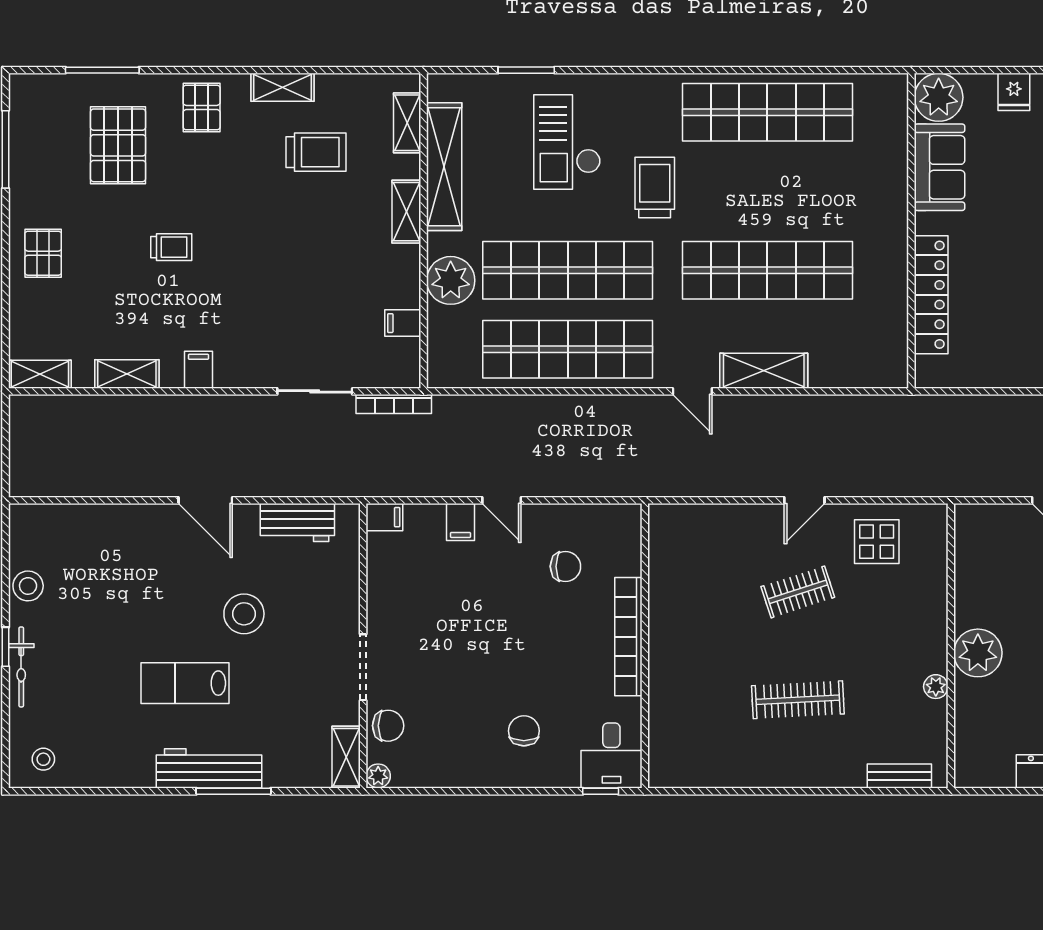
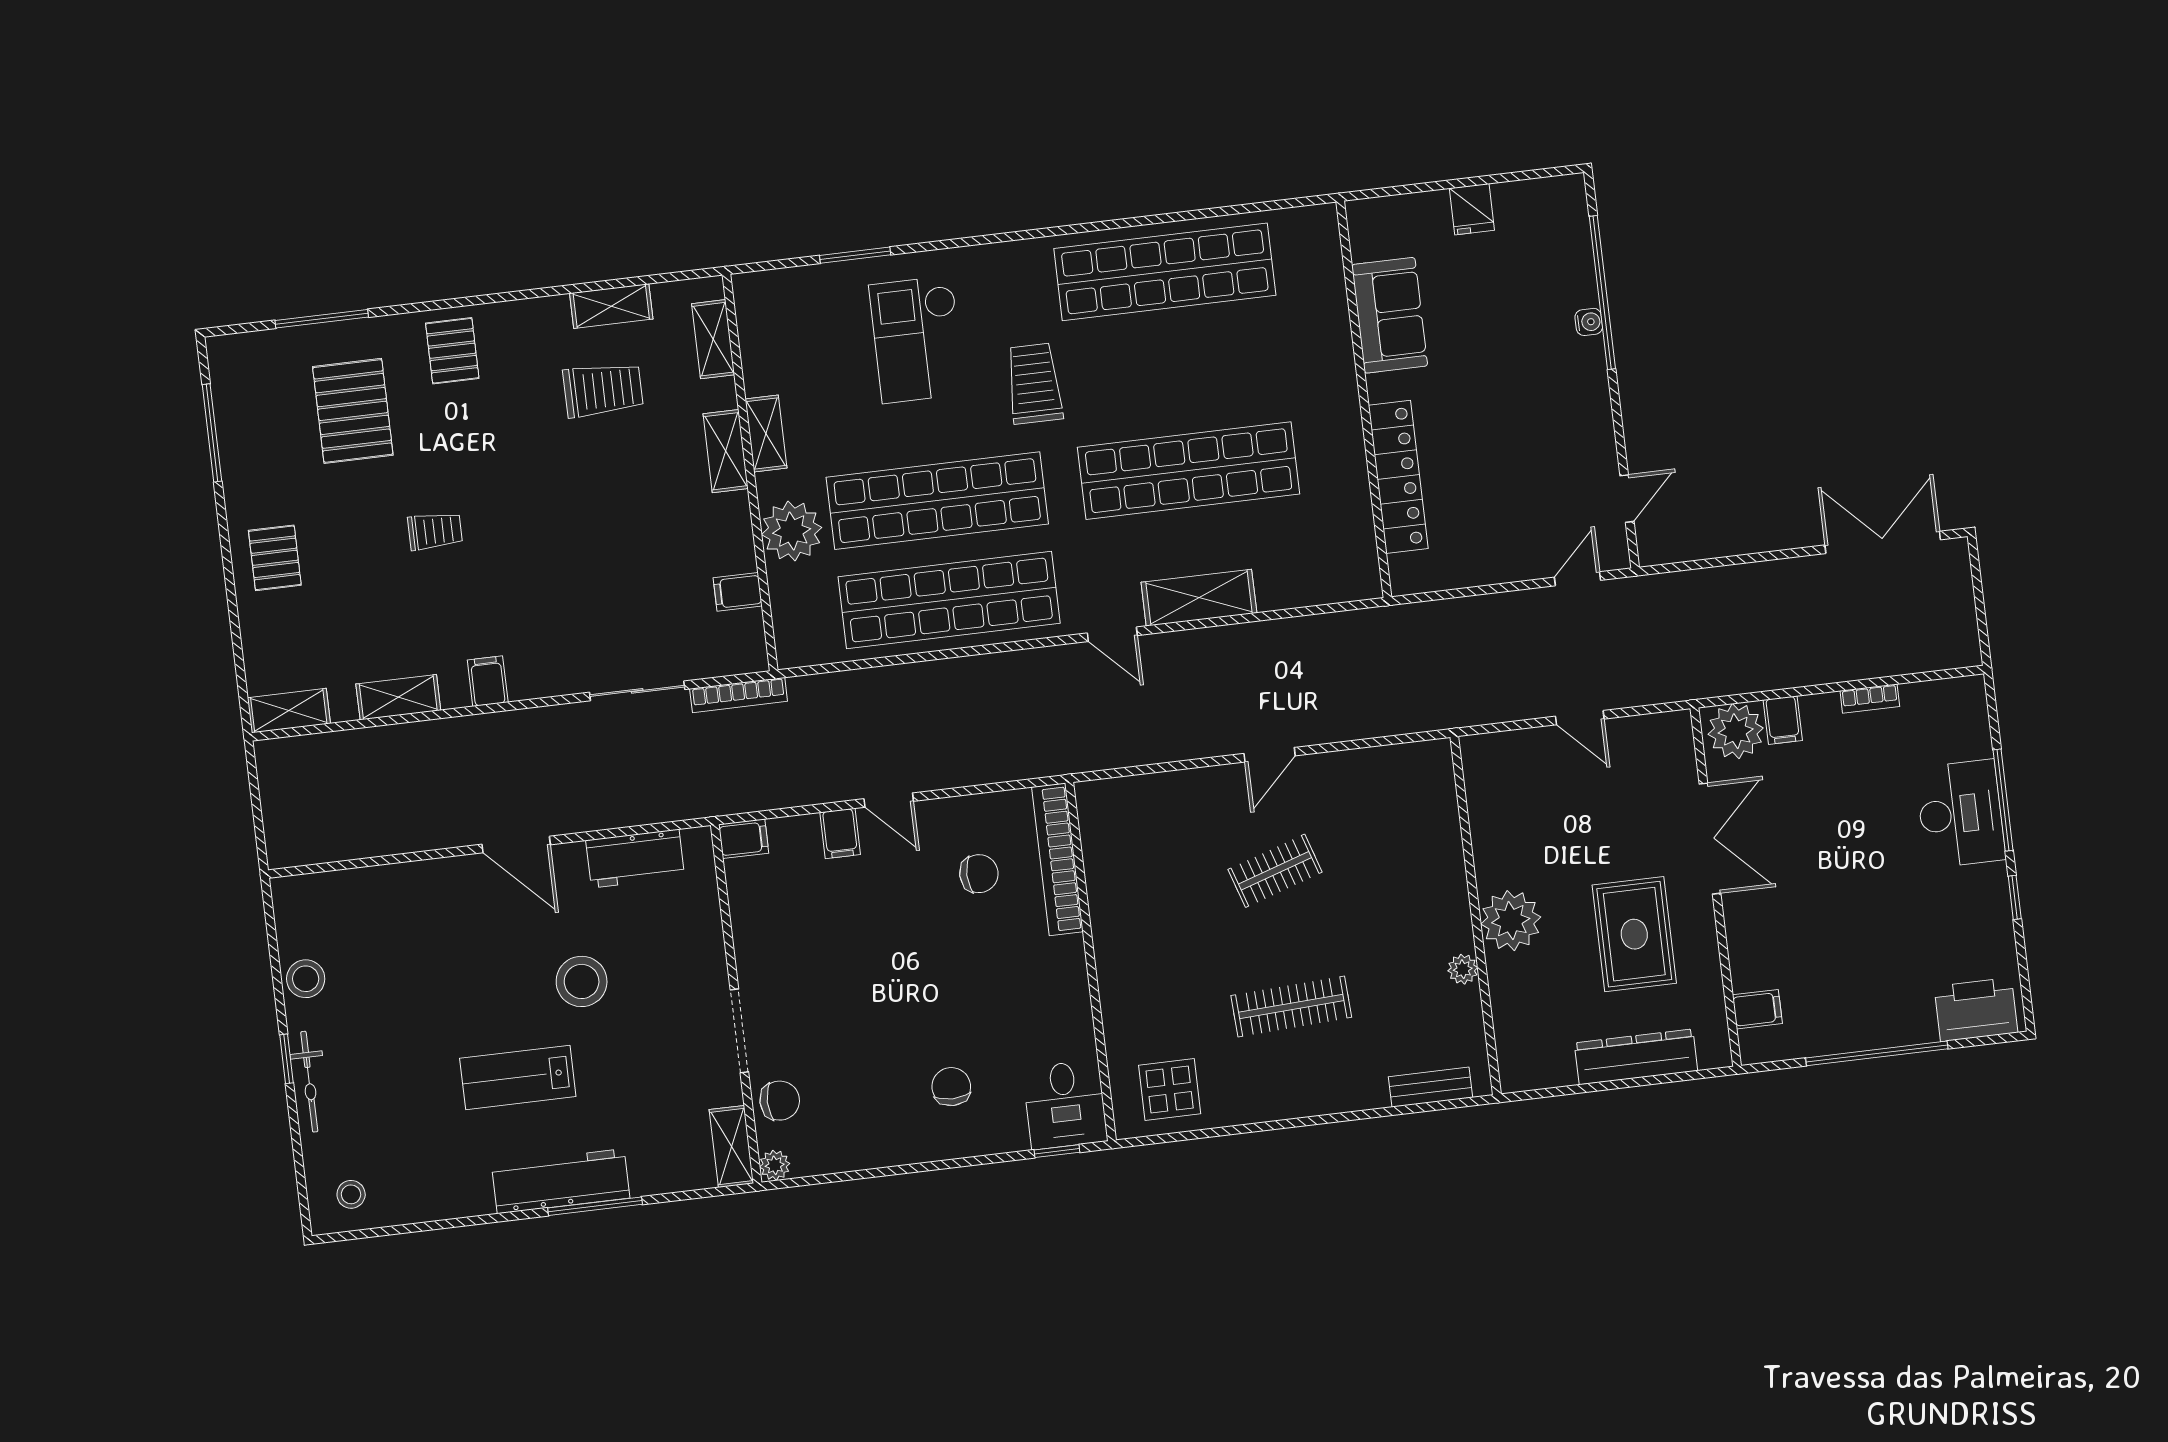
shelving: (283, 87) -> (611, 306), moved
plant: (939, 97) -> (1378, 227), removed
shelving: (444, 167) -> (766, 434), width x0.45, depth x0.75
display table: (877, 542) -> (1170, 1090), moved
bookcase: (628, 637) -> (1057, 859), moved

